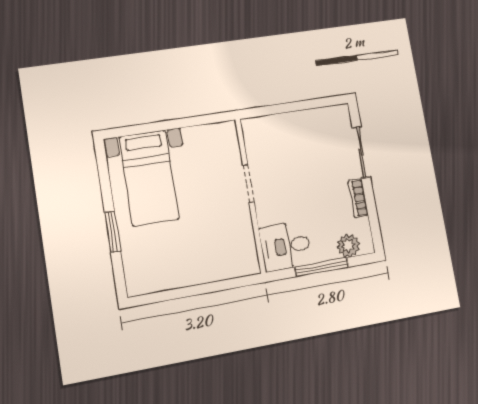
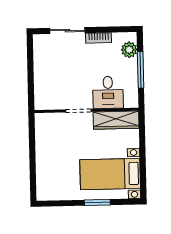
bed with nightstands: (149, 178) -> (110, 174), moved, turned 180
wardrobe: (243, 242) -> (116, 120), added
desk: (286, 246) -> (108, 92), moved

